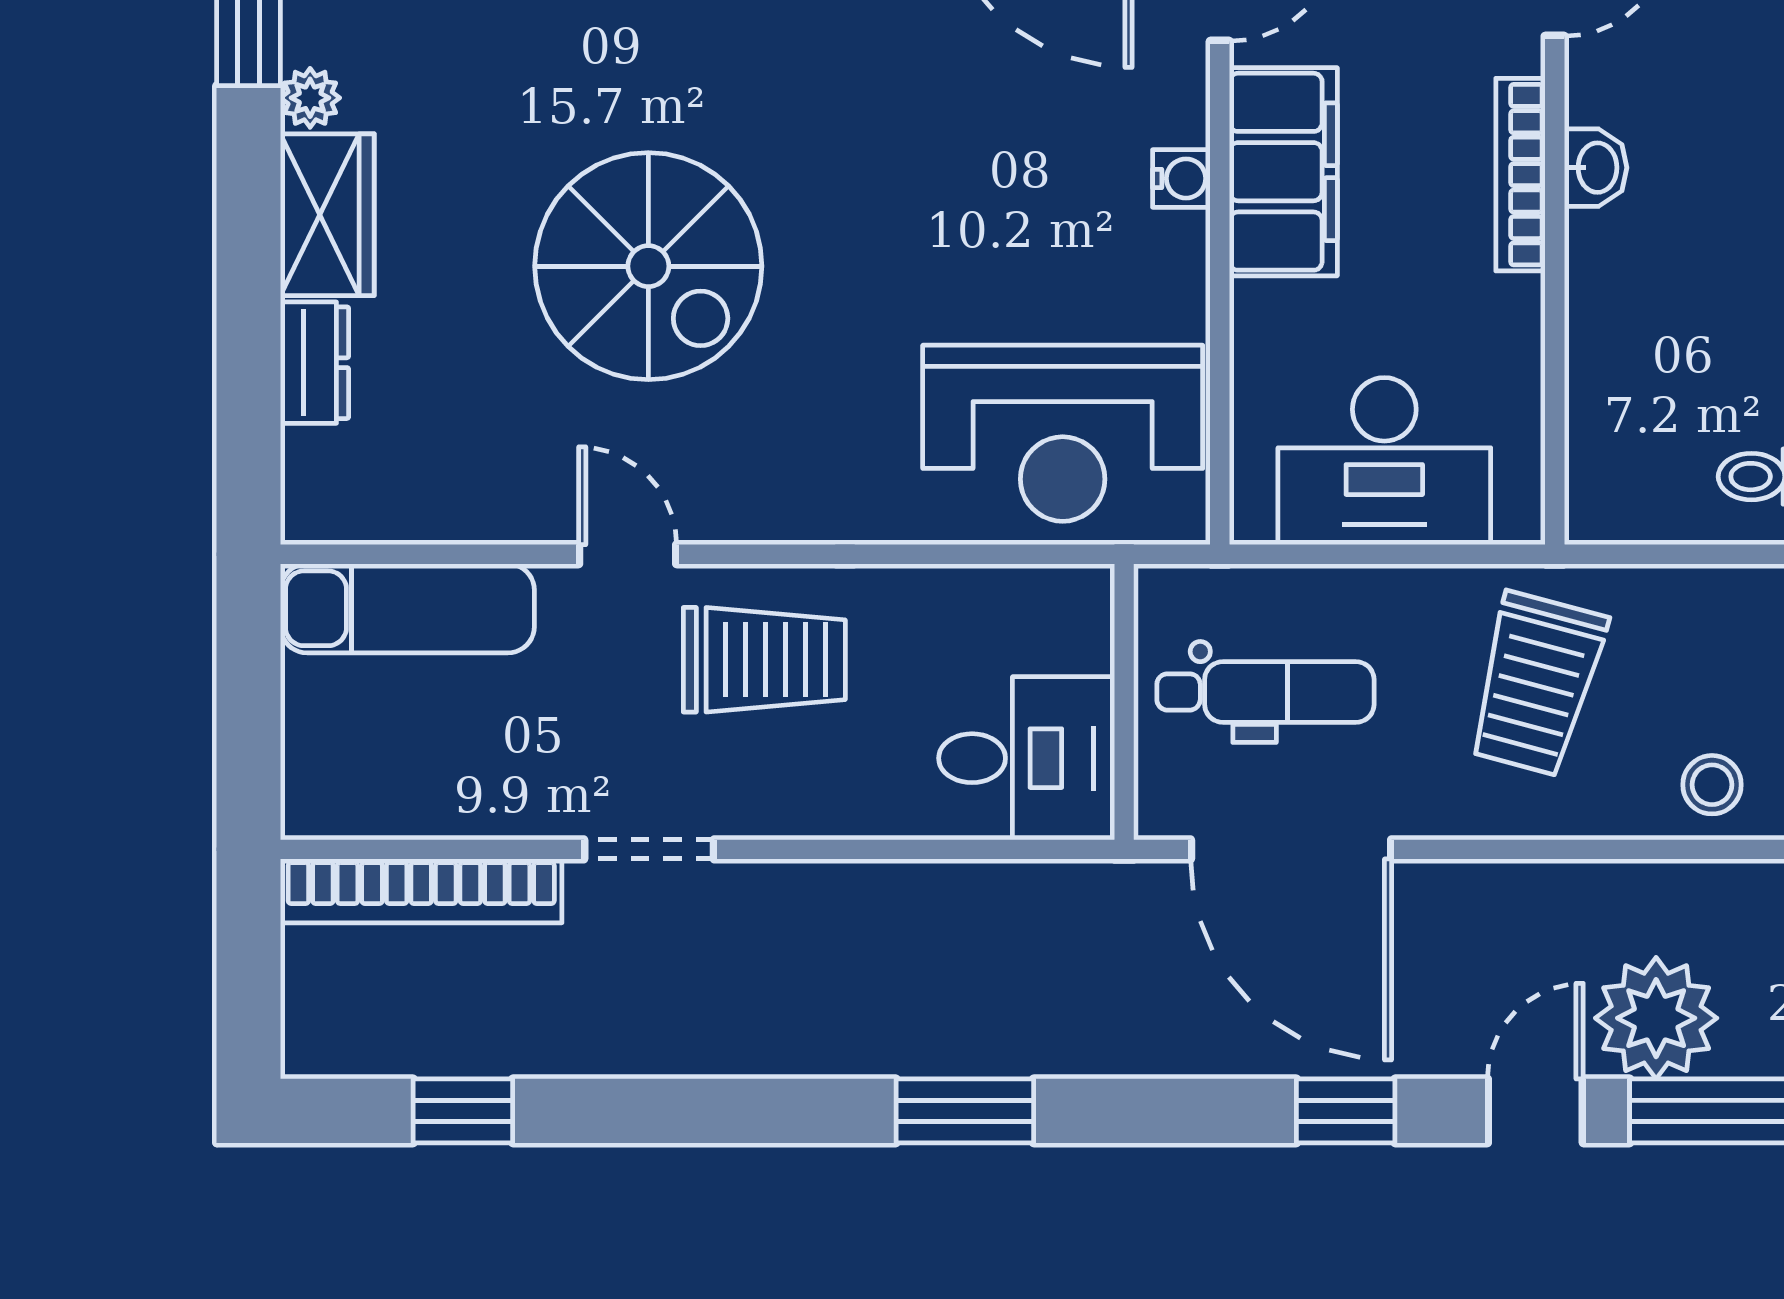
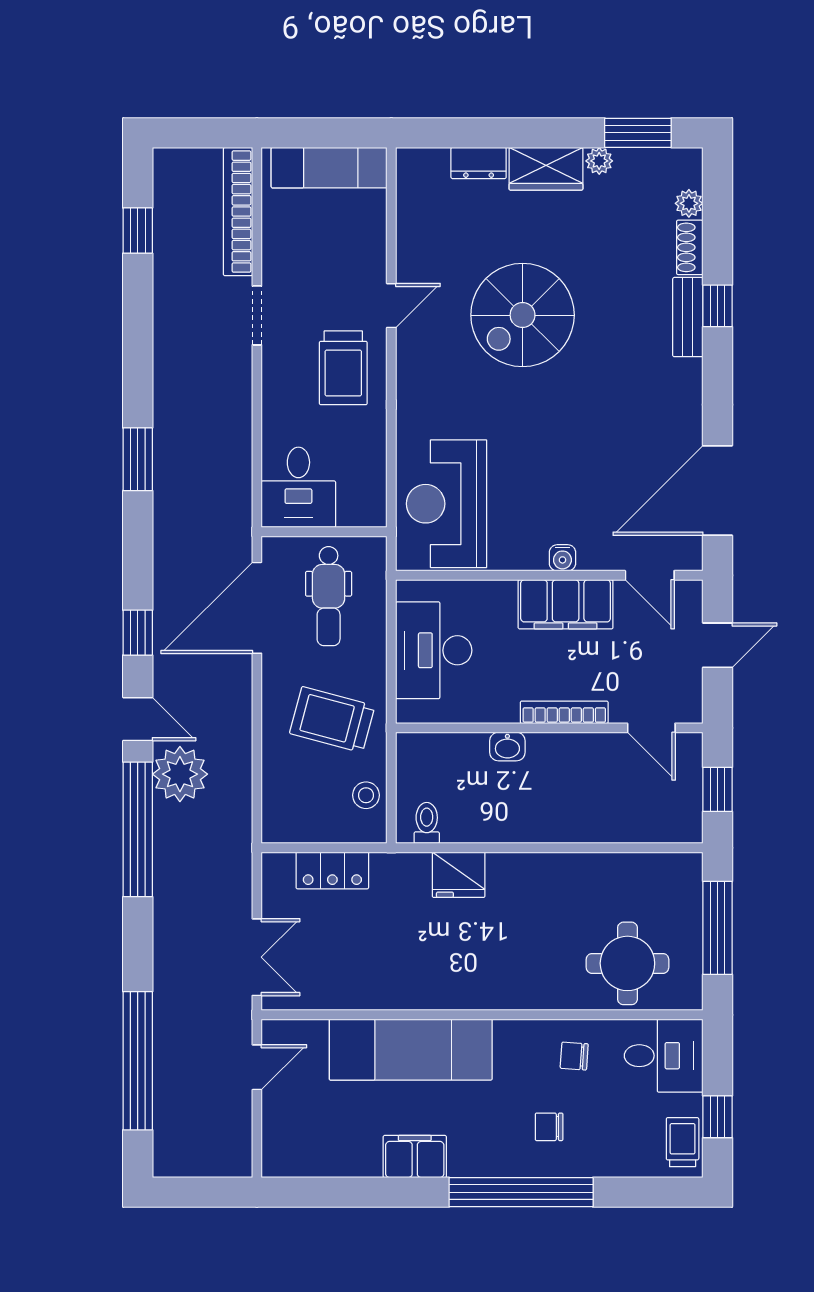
washbasin: (1596, 168) -> (507, 747), moved
exam couch: (407, 608) -> (329, 168), moved, turned -90
stool: (1712, 785) -> (366, 795), moved

